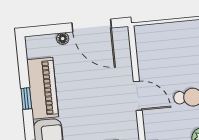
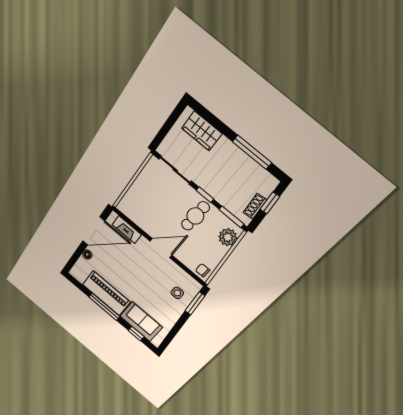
fireplace: (124, 53) -> (127, 230), added
window: (26, 99) -> (104, 307), width x2.17

